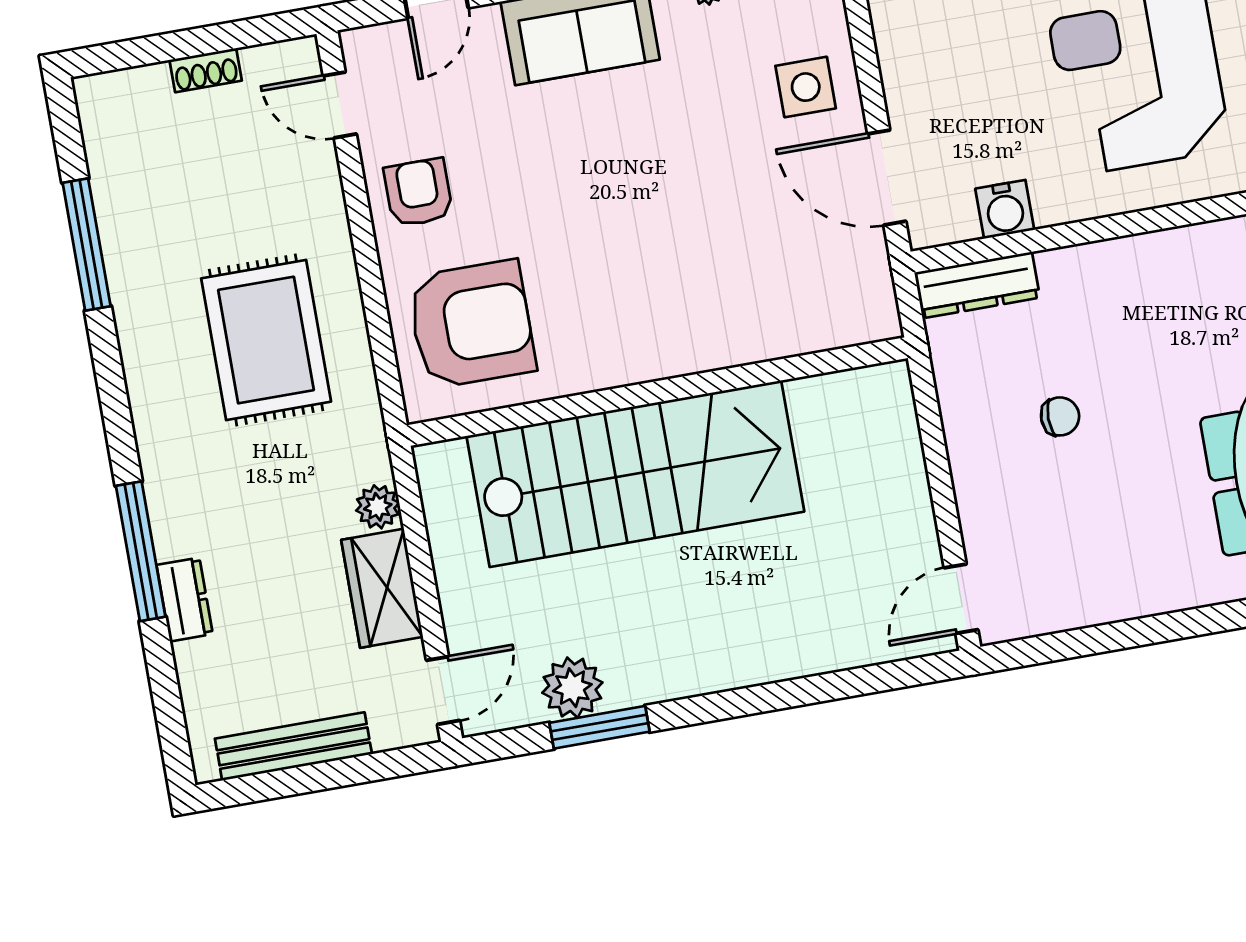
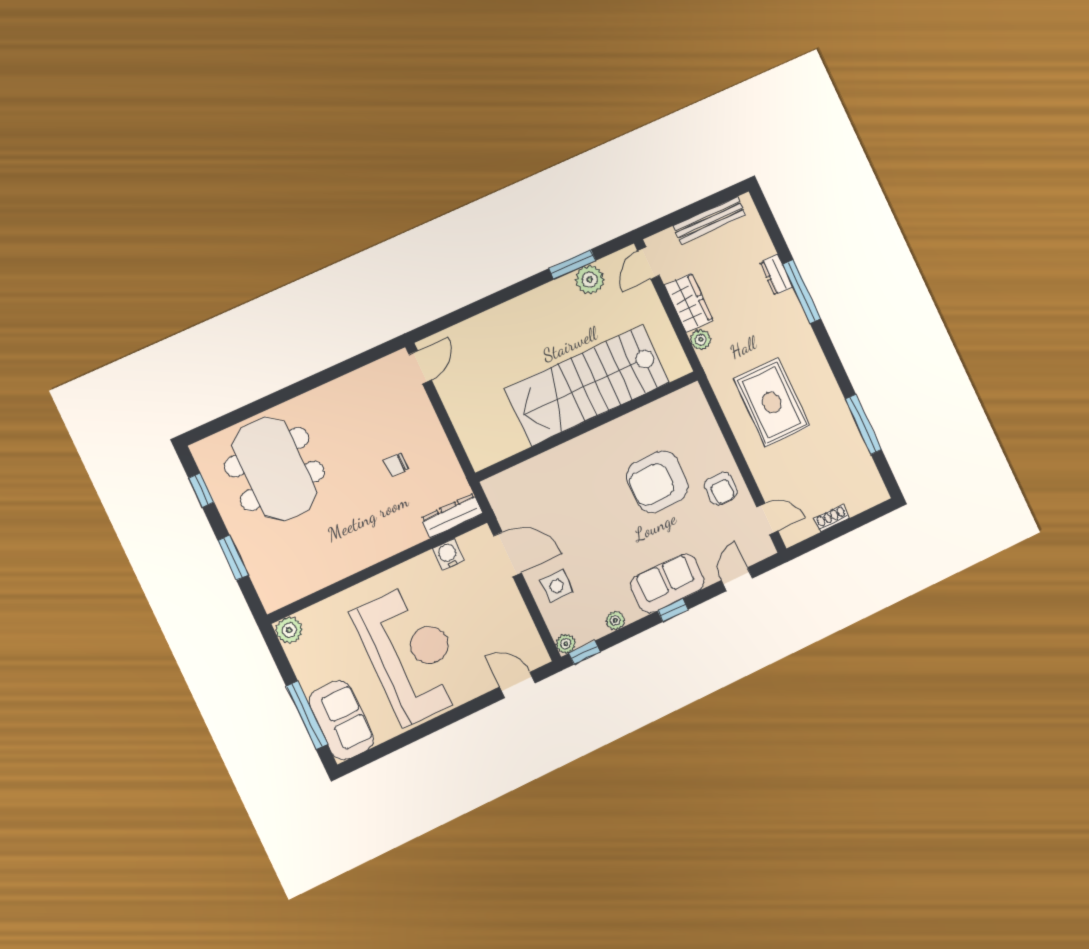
armchair: (471, 324) -> (657, 482), moved

